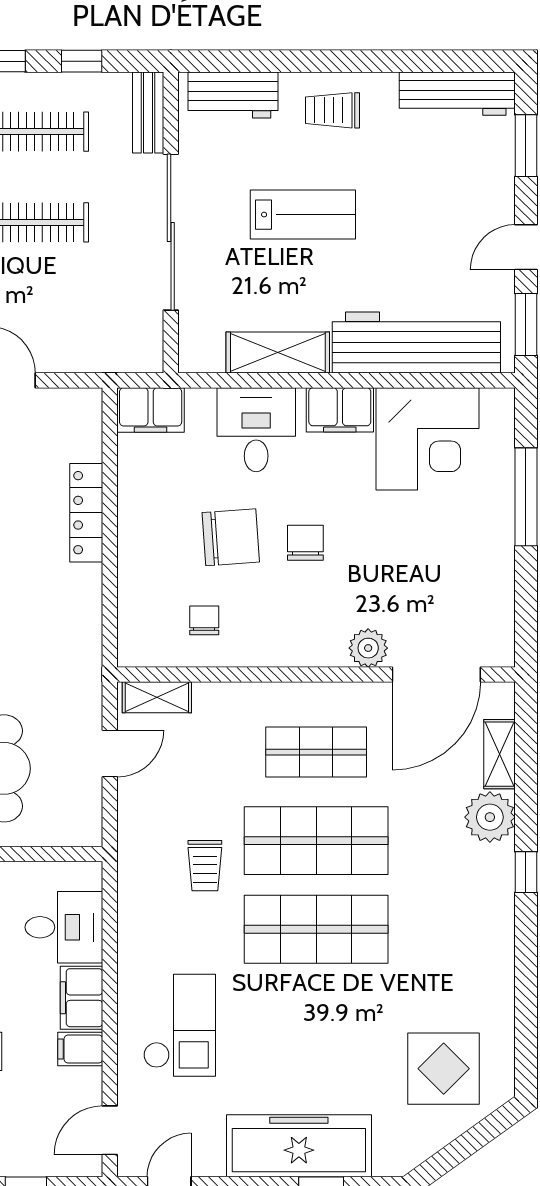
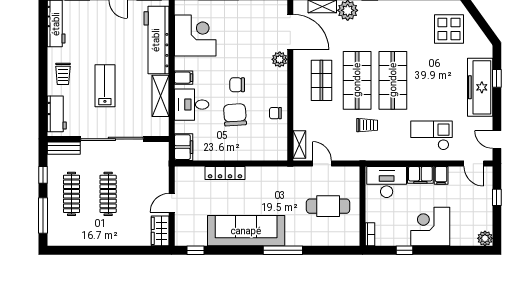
filing cabinet: (340, 410) -> (184, 78), width x0.50
chair: (204, 620) -> (275, 113), moved
desk: (64, 927) -> (387, 182), width x1.37

